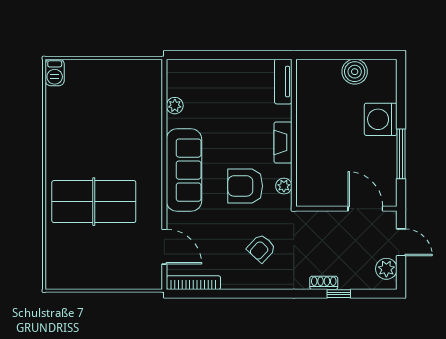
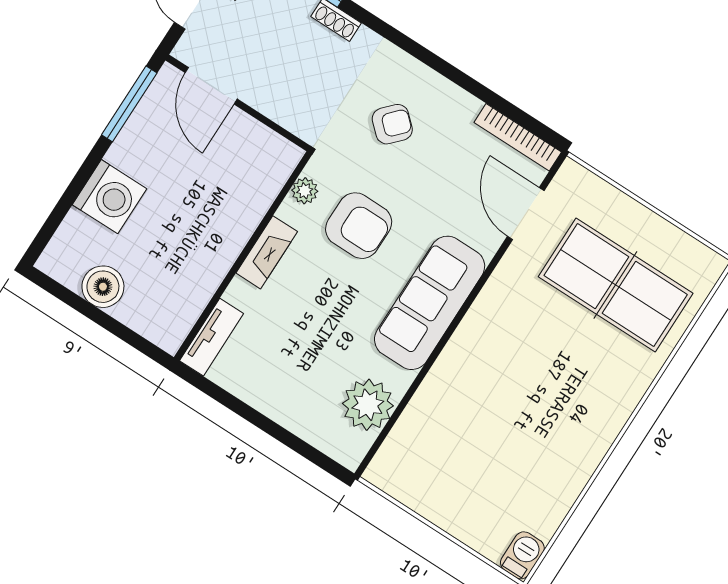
plant: (175, 106) -> (368, 405), width x1.87, depth x1.87
window: (401, 154) -> (129, 104), moved
table tennis table: (94, 202) -> (616, 285), moved

